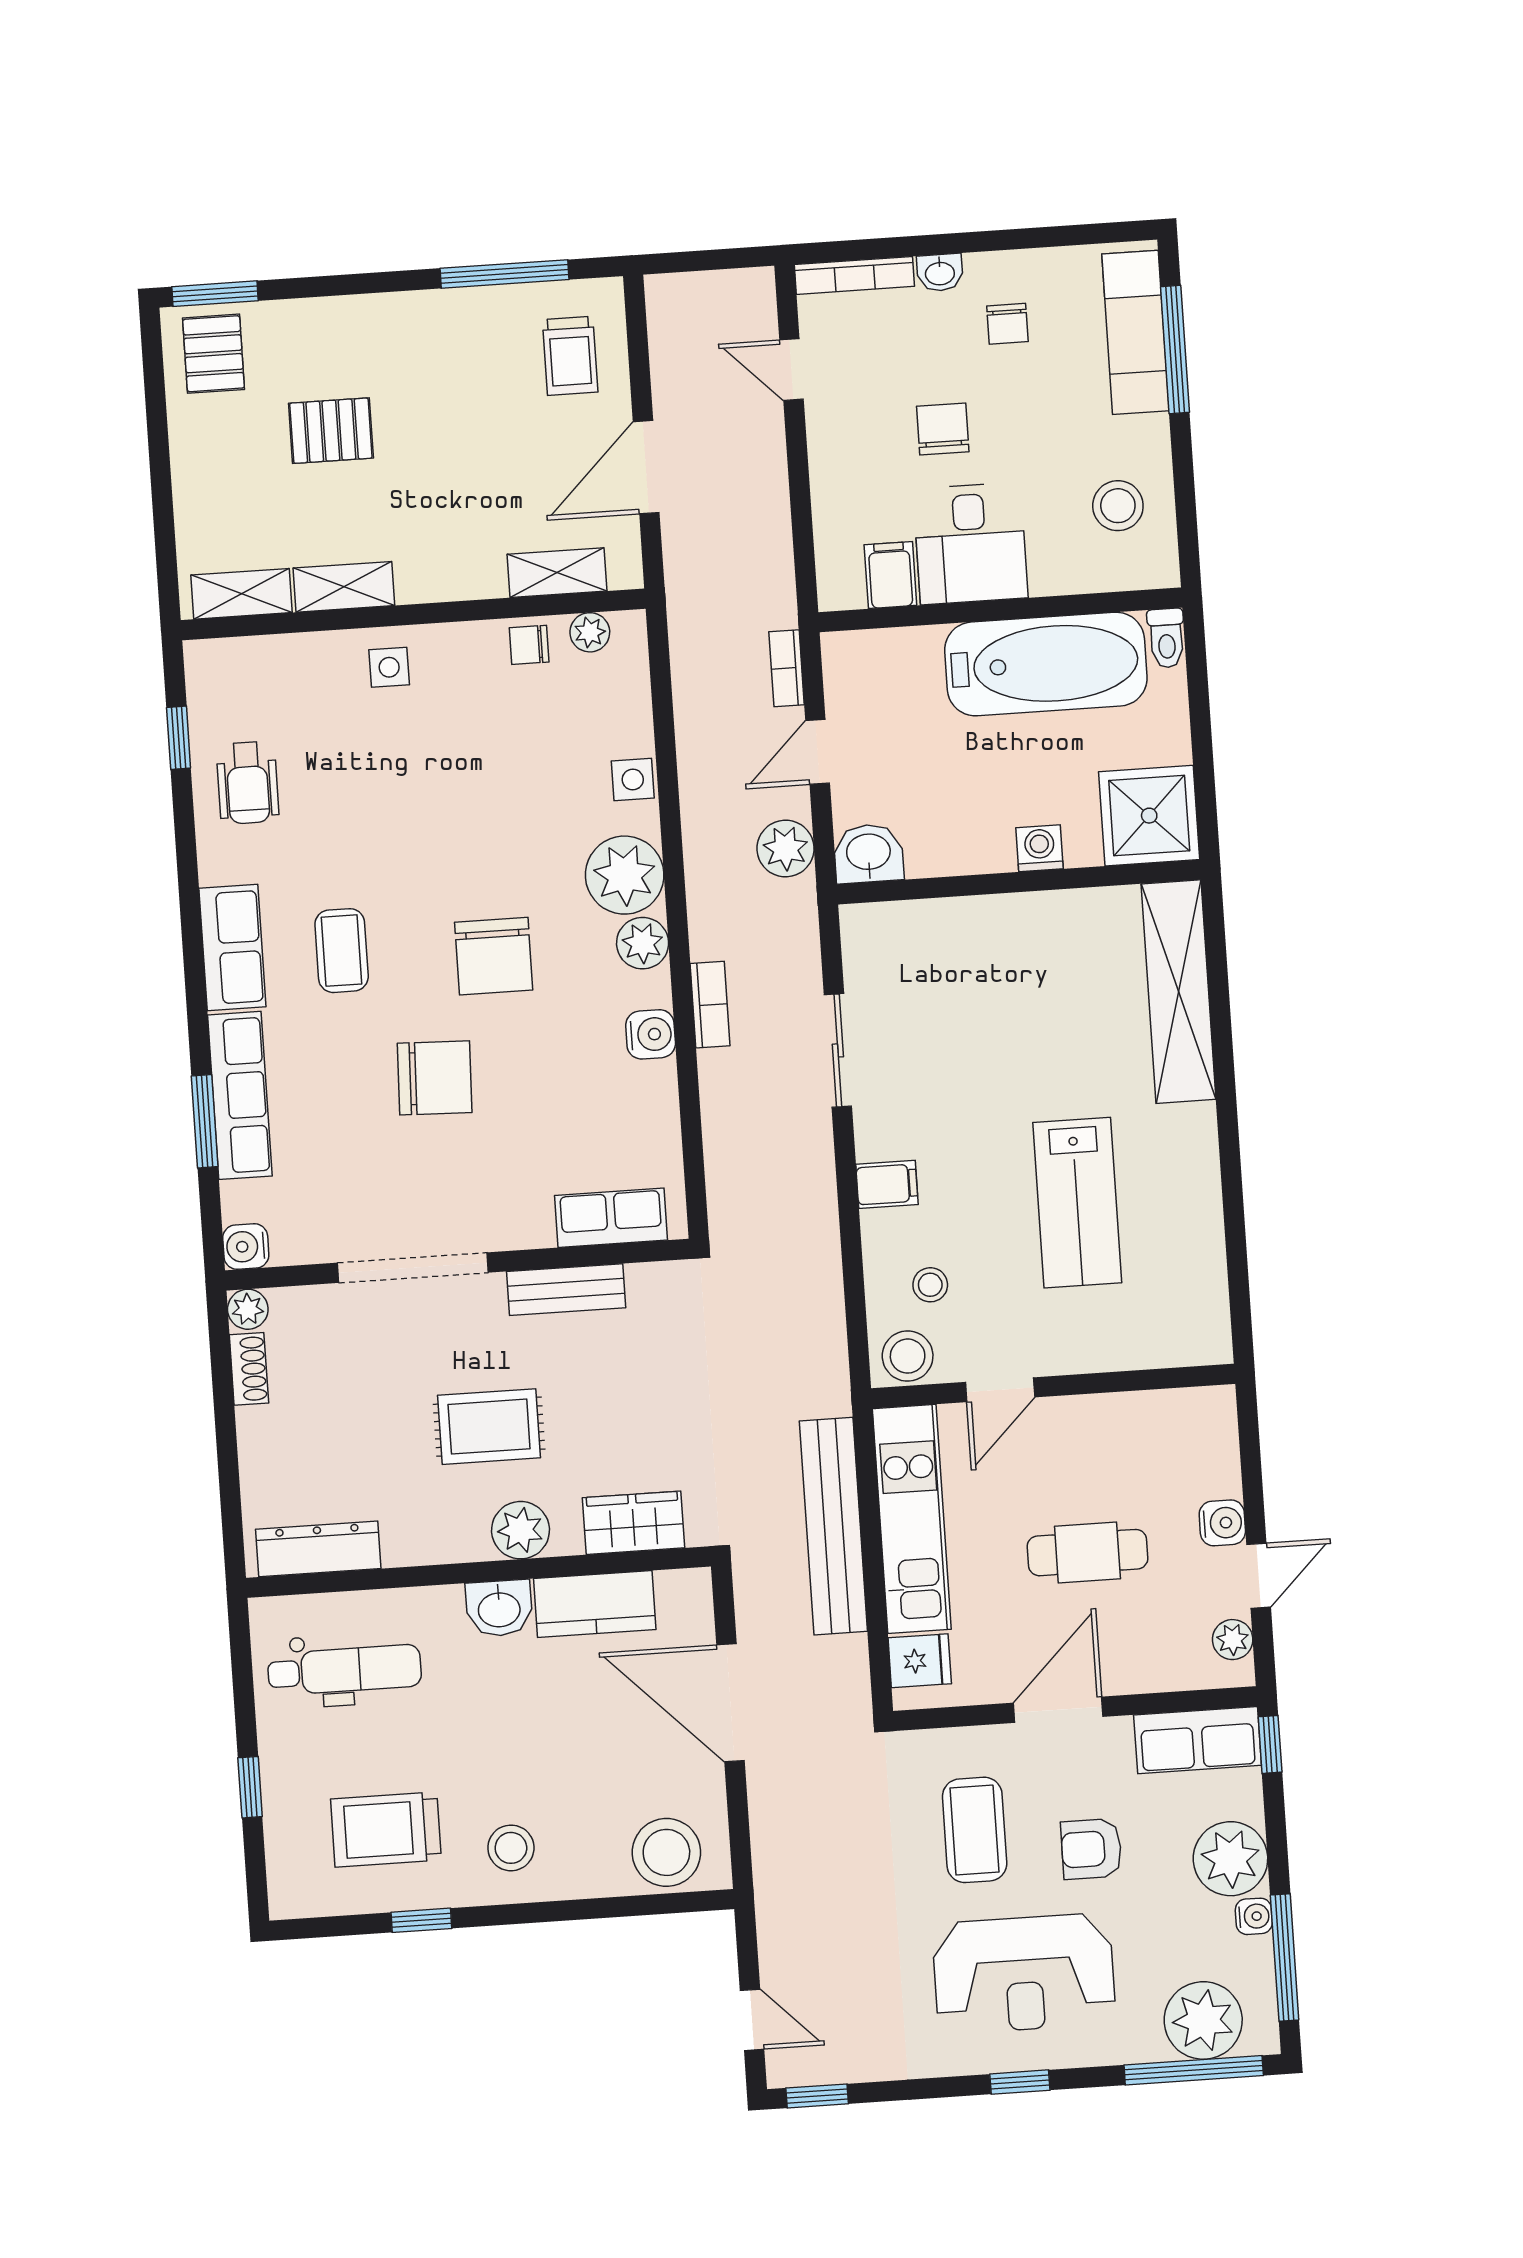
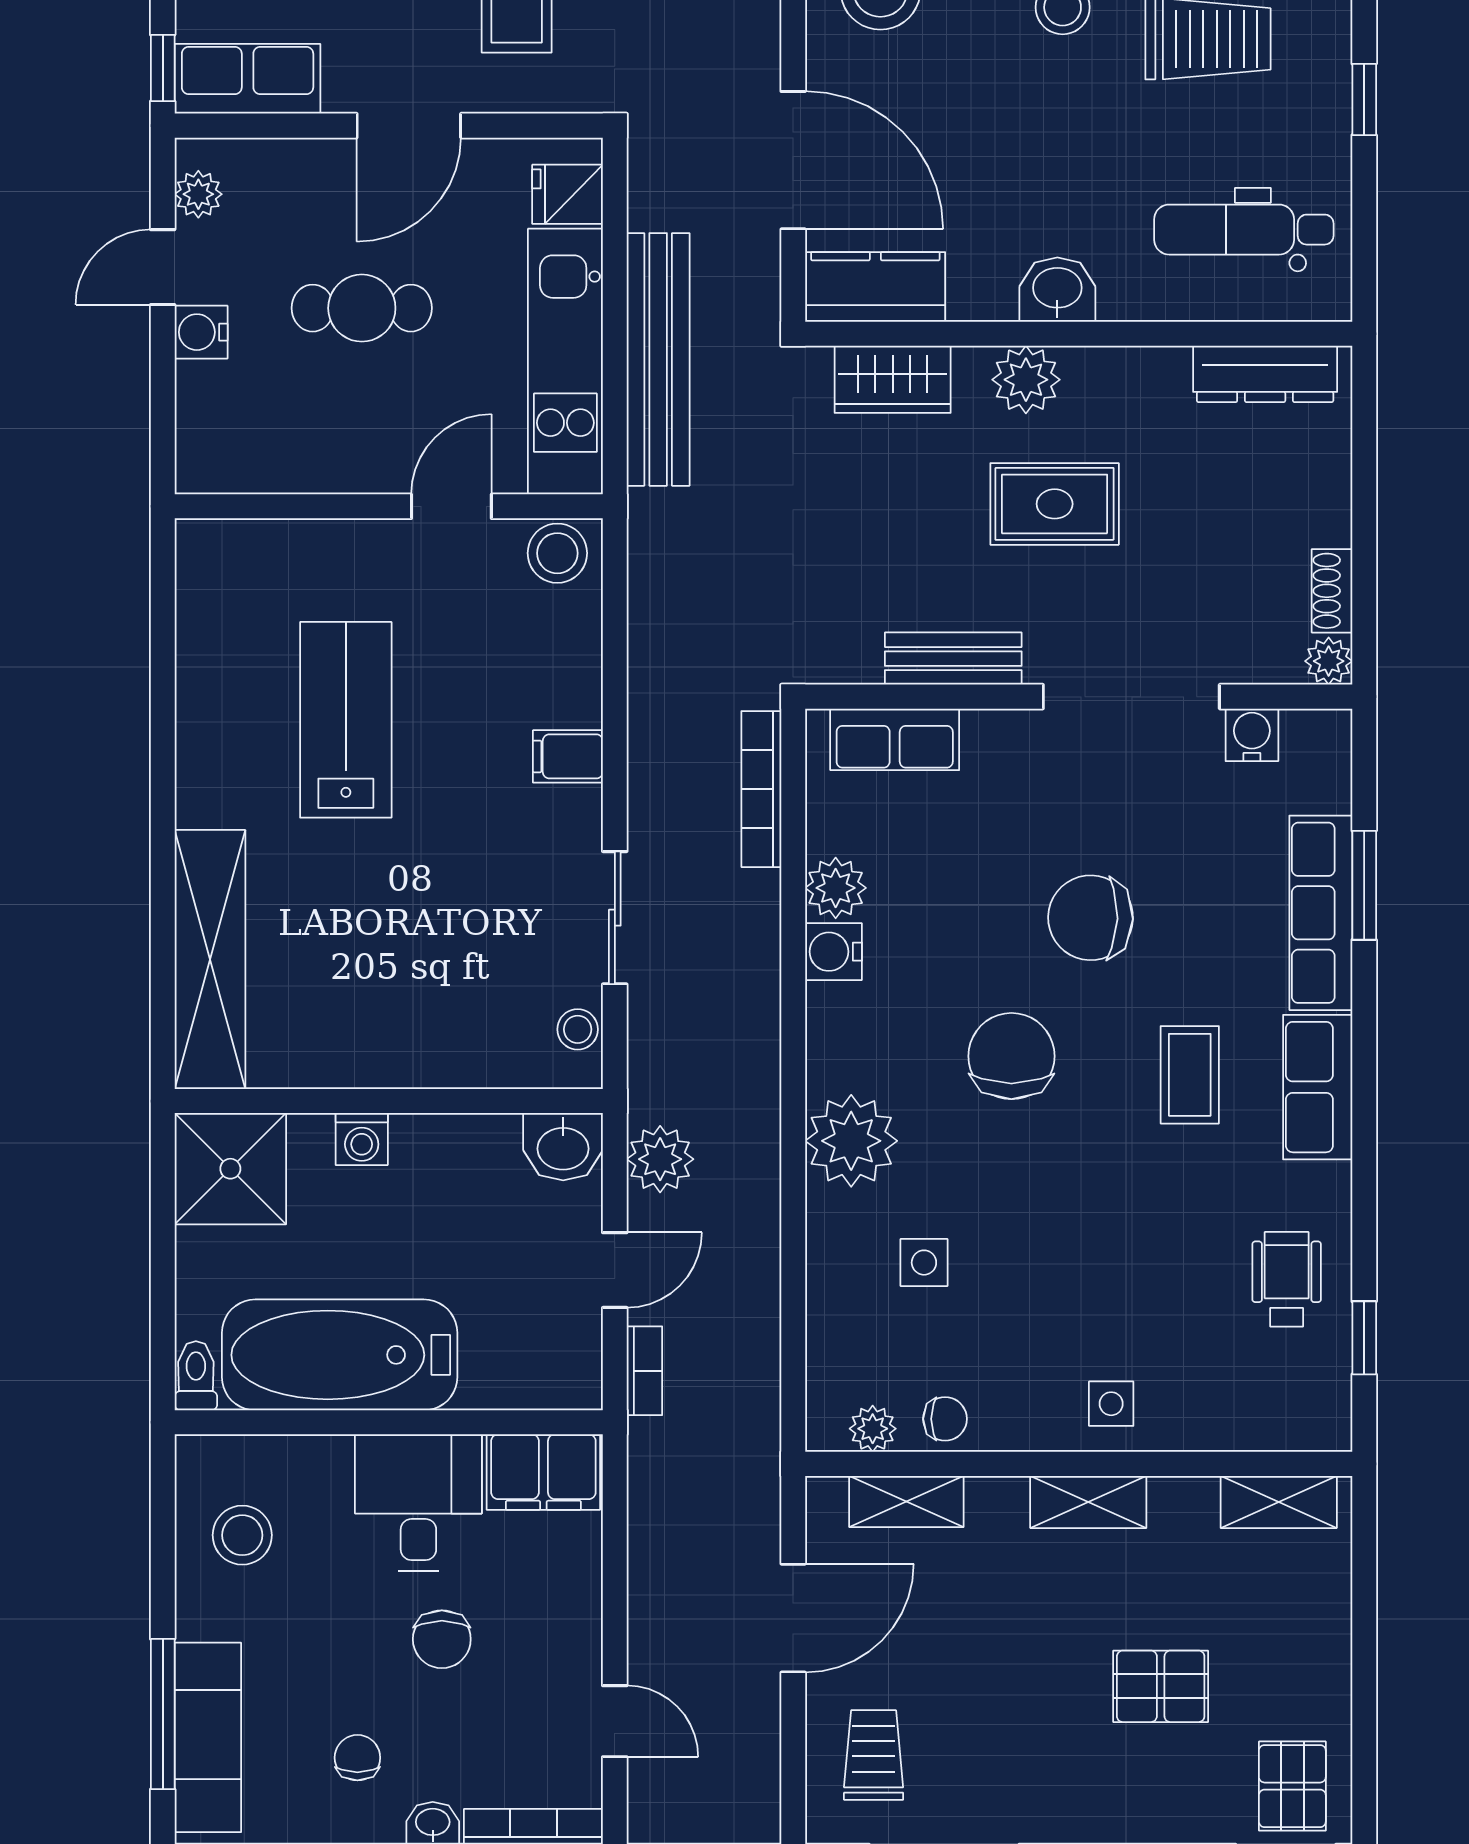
filing cabinet: (890, 575) -> (543, 1472), width x2.00
shelving: (344, 587) -> (1088, 1502), moved
side table: (633, 780) -> (924, 1263), moved
plant: (643, 943) -> (836, 888), moved
bookcase: (710, 1005) -> (761, 789), moved, width x1.56
water cooler: (246, 1247) -> (1252, 735), moved, turned -90
stool: (930, 1285) -> (578, 1029), moved
kitchen counter: (595, 1604) -> (875, 287), moved

